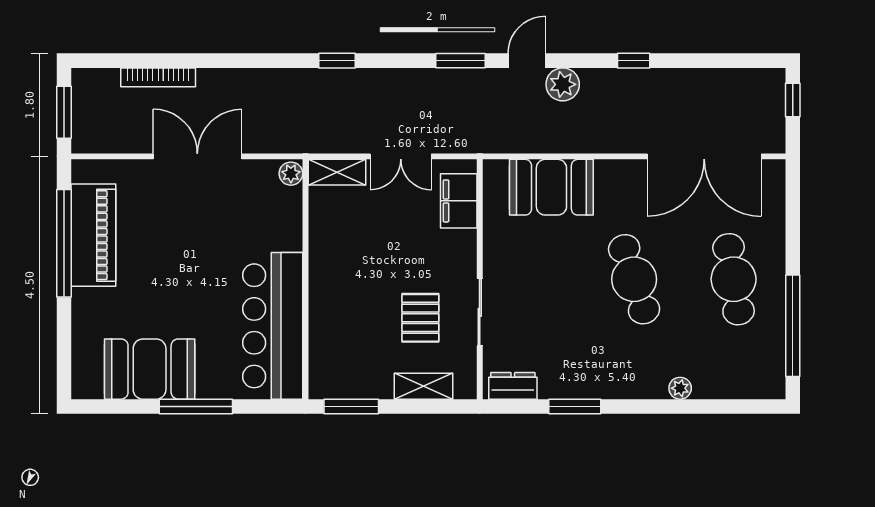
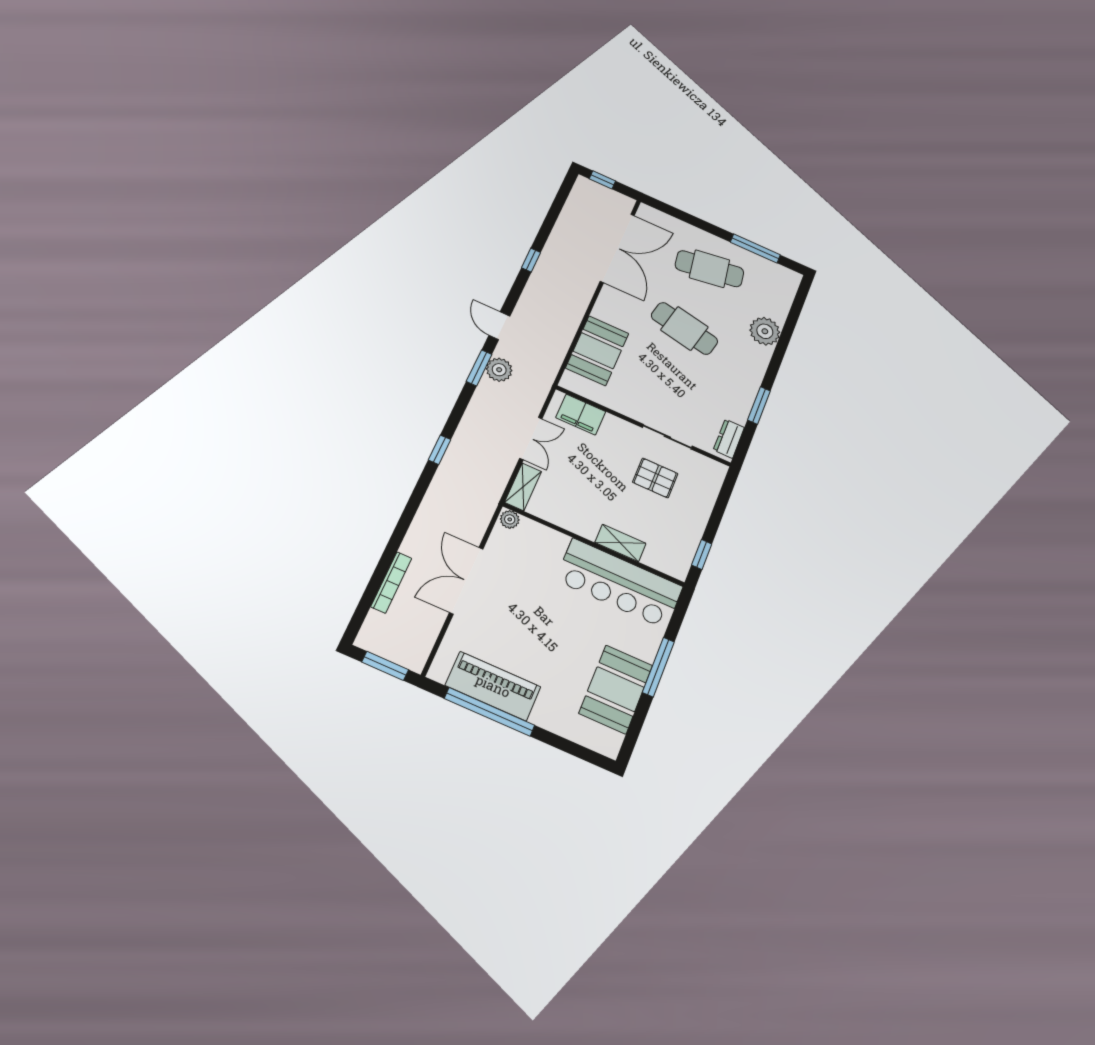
plant: (563, 84) -> (499, 370), moved
cafe table: (634, 279) -> (684, 328), turned 30
window: (793, 326) -> (755, 248), width x0.68
shelving: (423, 386) -> (620, 543), moved, turned 90
plant: (680, 388) -> (765, 331), width x1.87, depth x1.87
window: (351, 406) -> (702, 554), width x0.67

